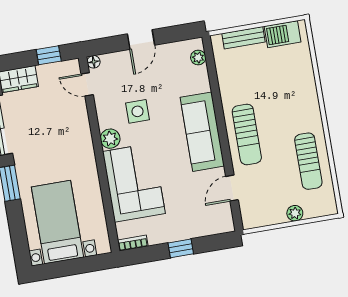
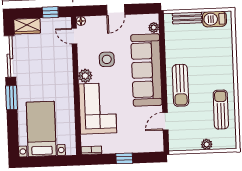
sofa: (202, 132) -> (146, 70), width x1.36, depth x1.27
sun lounger: (308, 161) -> (221, 109), turned 180

